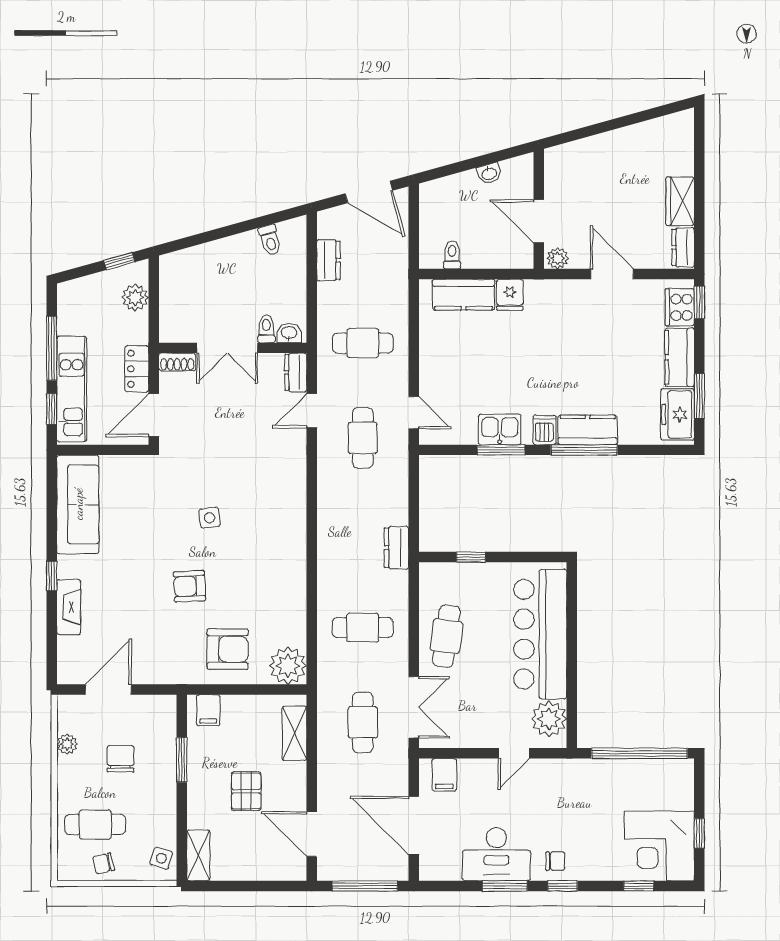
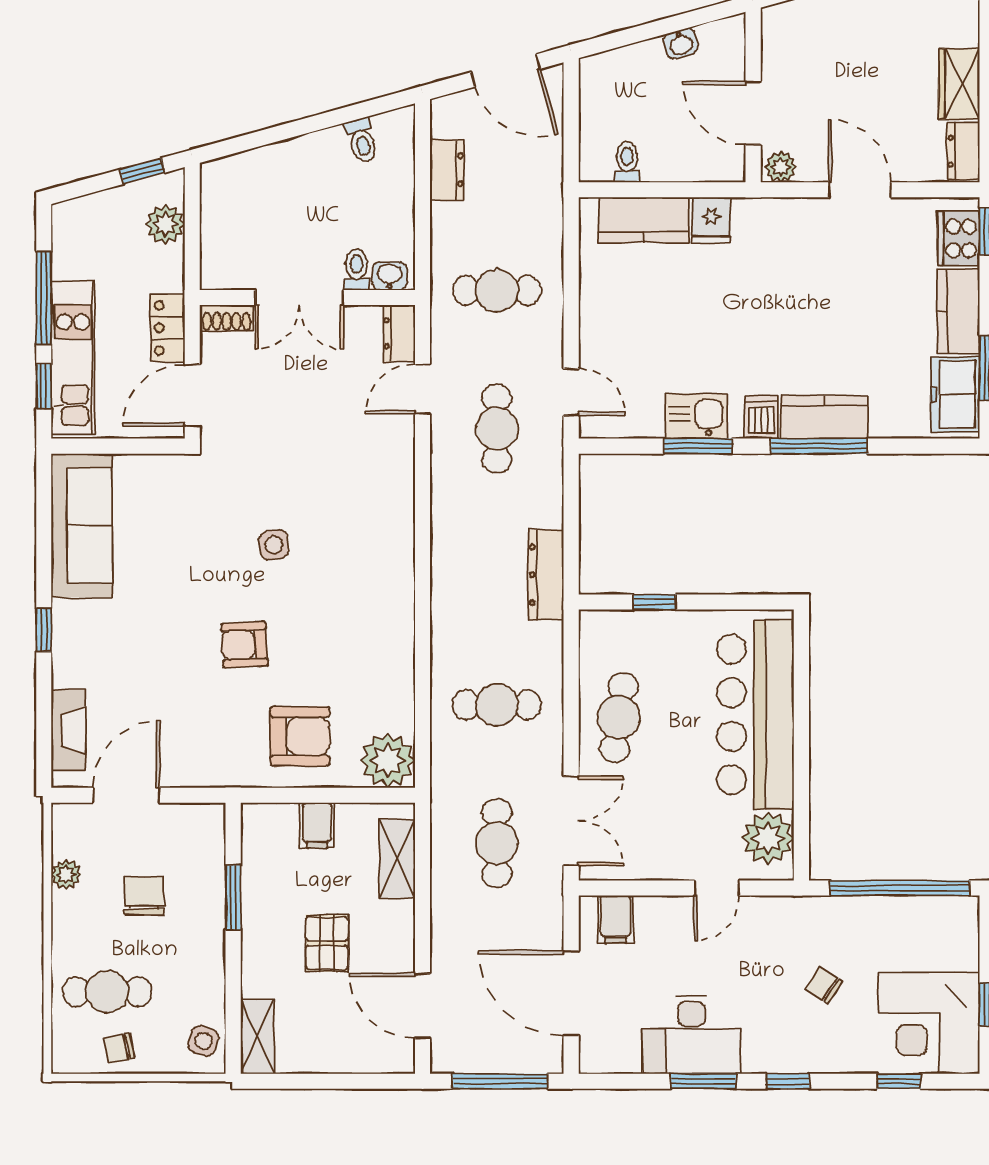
dresser: (396, 548) -> (546, 575), width x1.44
fireplace: (69, 607) -> (68, 730), moved
filing cabinet: (208, 710) -> (317, 825), moved
chair: (555, 861) -> (824, 985), moved, turned -147

